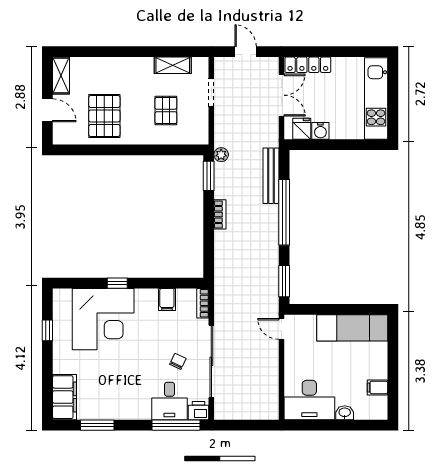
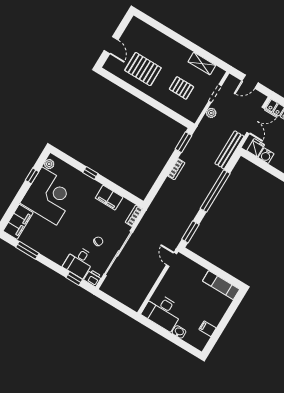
door: (246, 52) -> (250, 82), swing flipped
shelving: (61, 75) -> (132, 29), removed
pallet: (166, 110) -> (182, 88), turned 90
pallet: (104, 116) -> (143, 69), turned 90
plant: (221, 155) -> (211, 113), moved
bench: (271, 176) -> (229, 150), moved
filing cabinet: (167, 300) -> (109, 198), width x2.00
plant: (60, 303) -> (49, 164), added
corner desk: (103, 319) -> (49, 196), moved, turned -90
exam couch: (352, 328) -> (221, 285), width x0.73, depth x0.69
window: (176, 425) -> (74, 279), width x0.46

